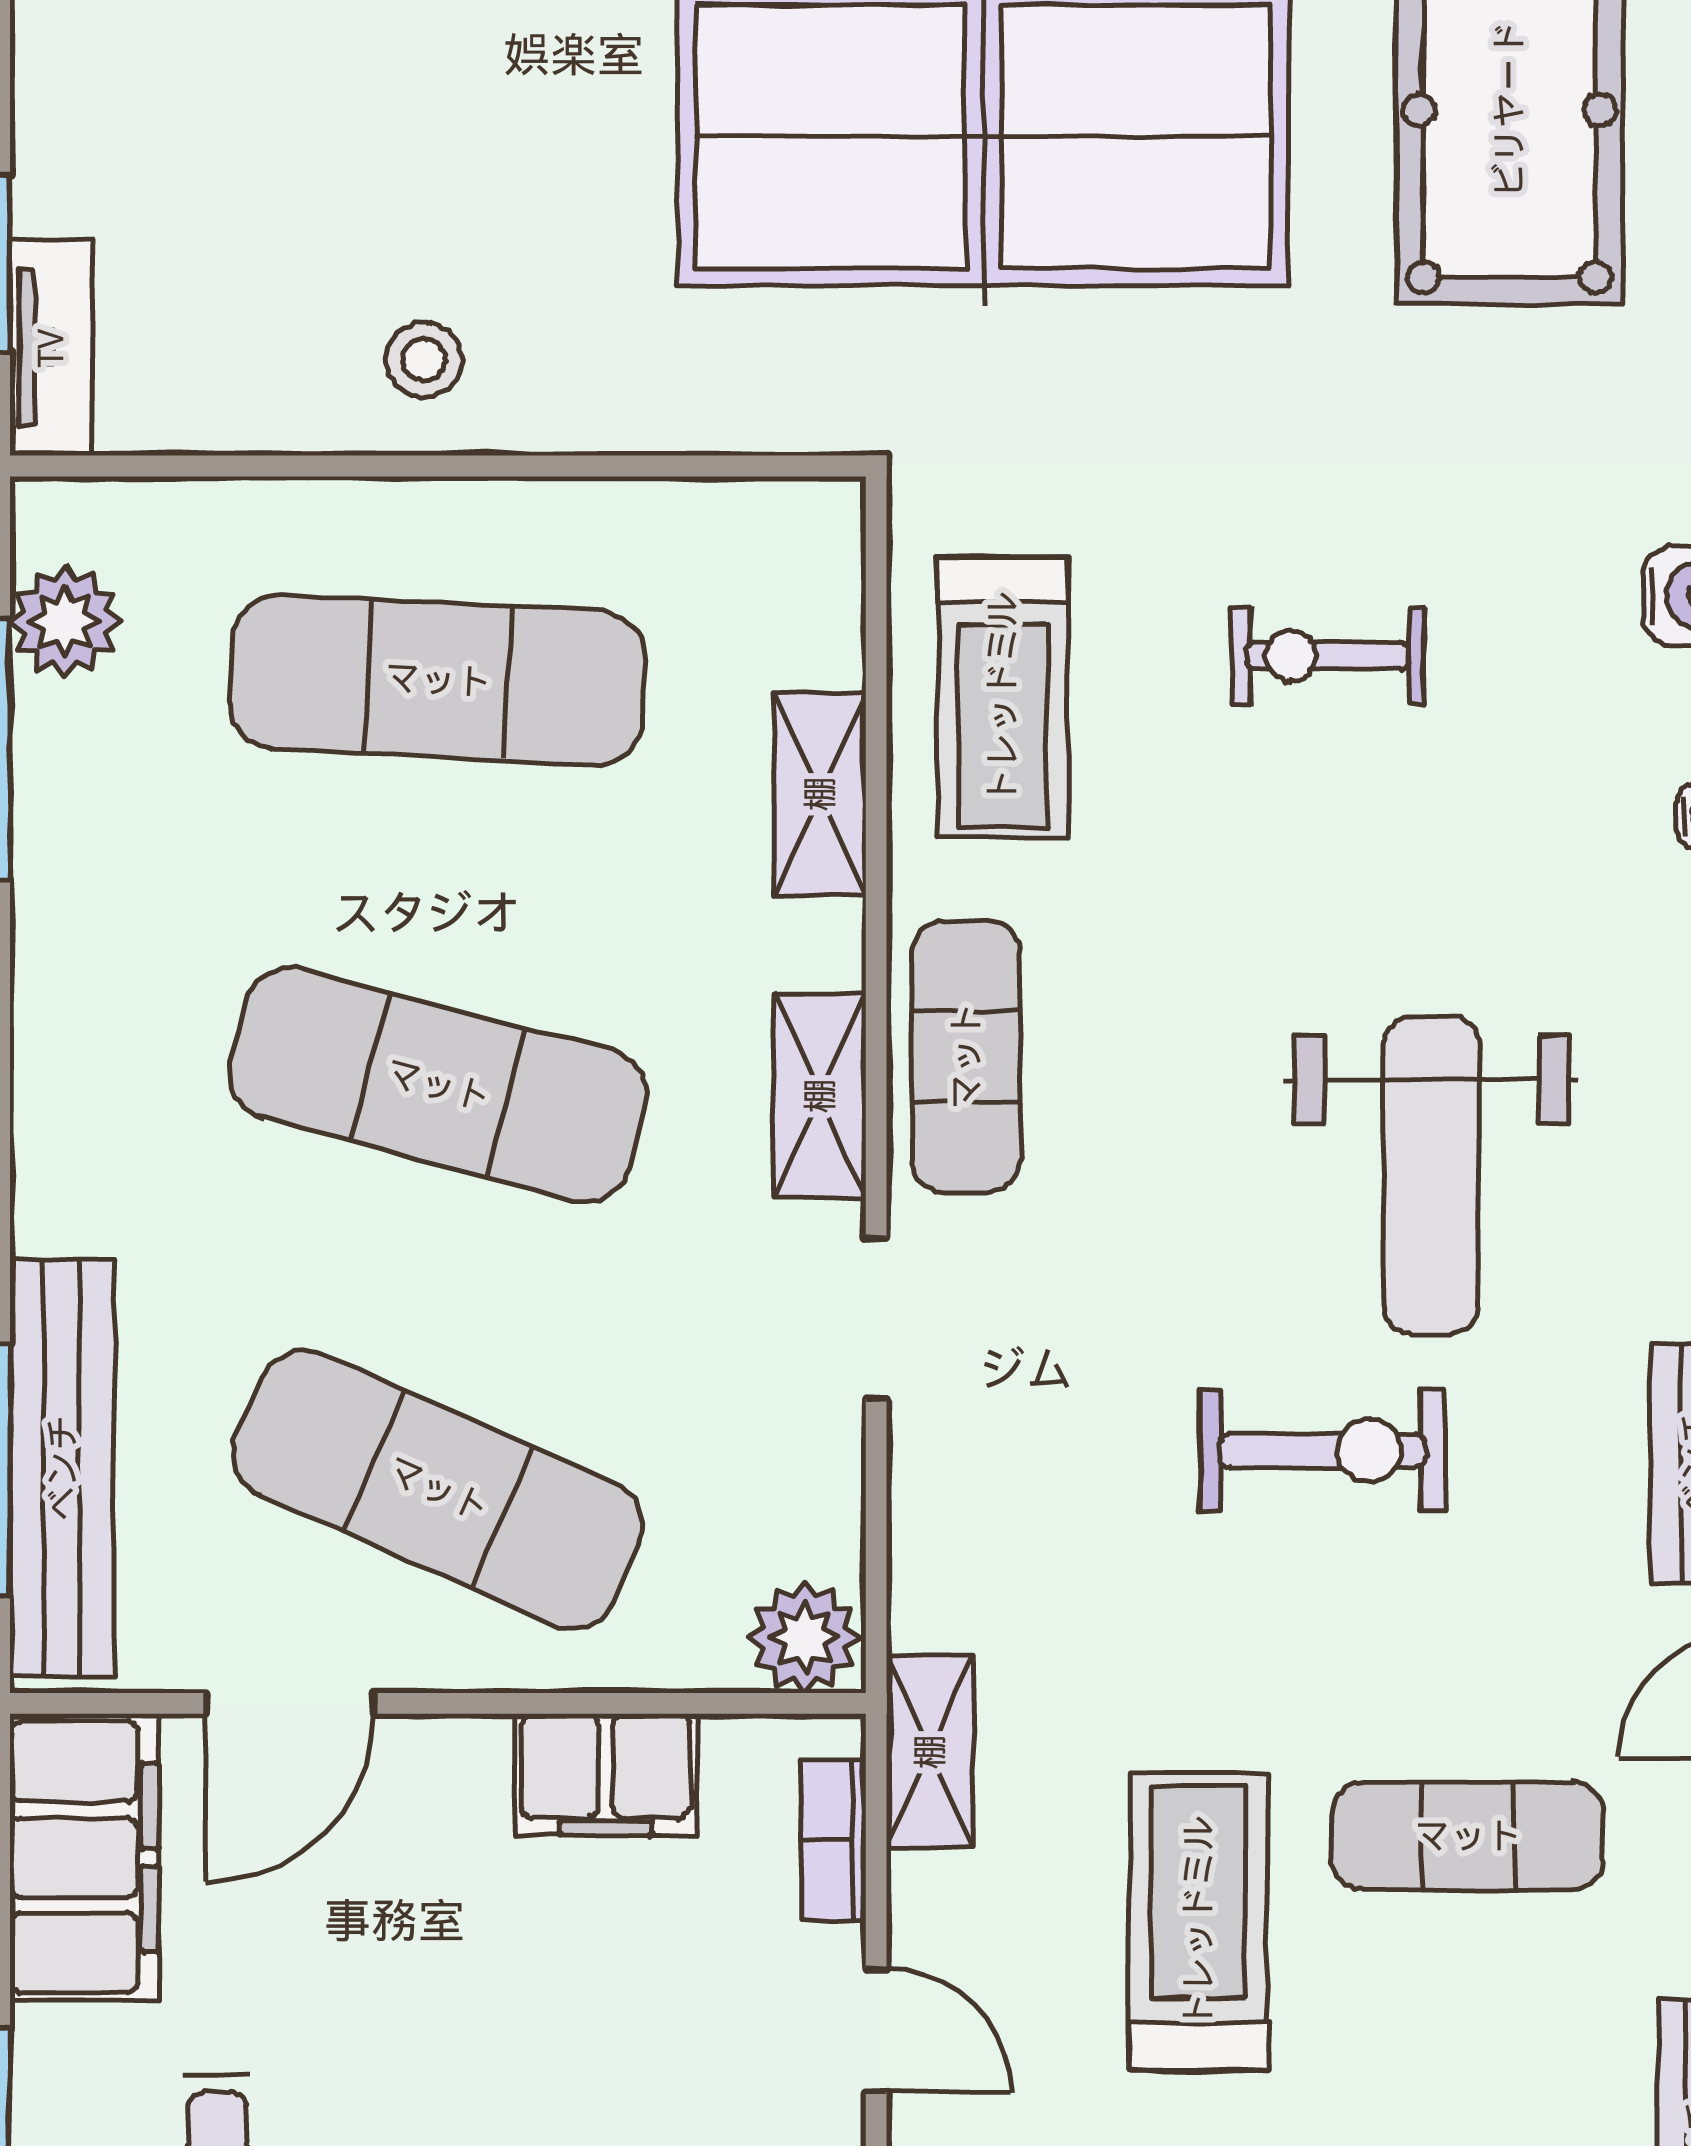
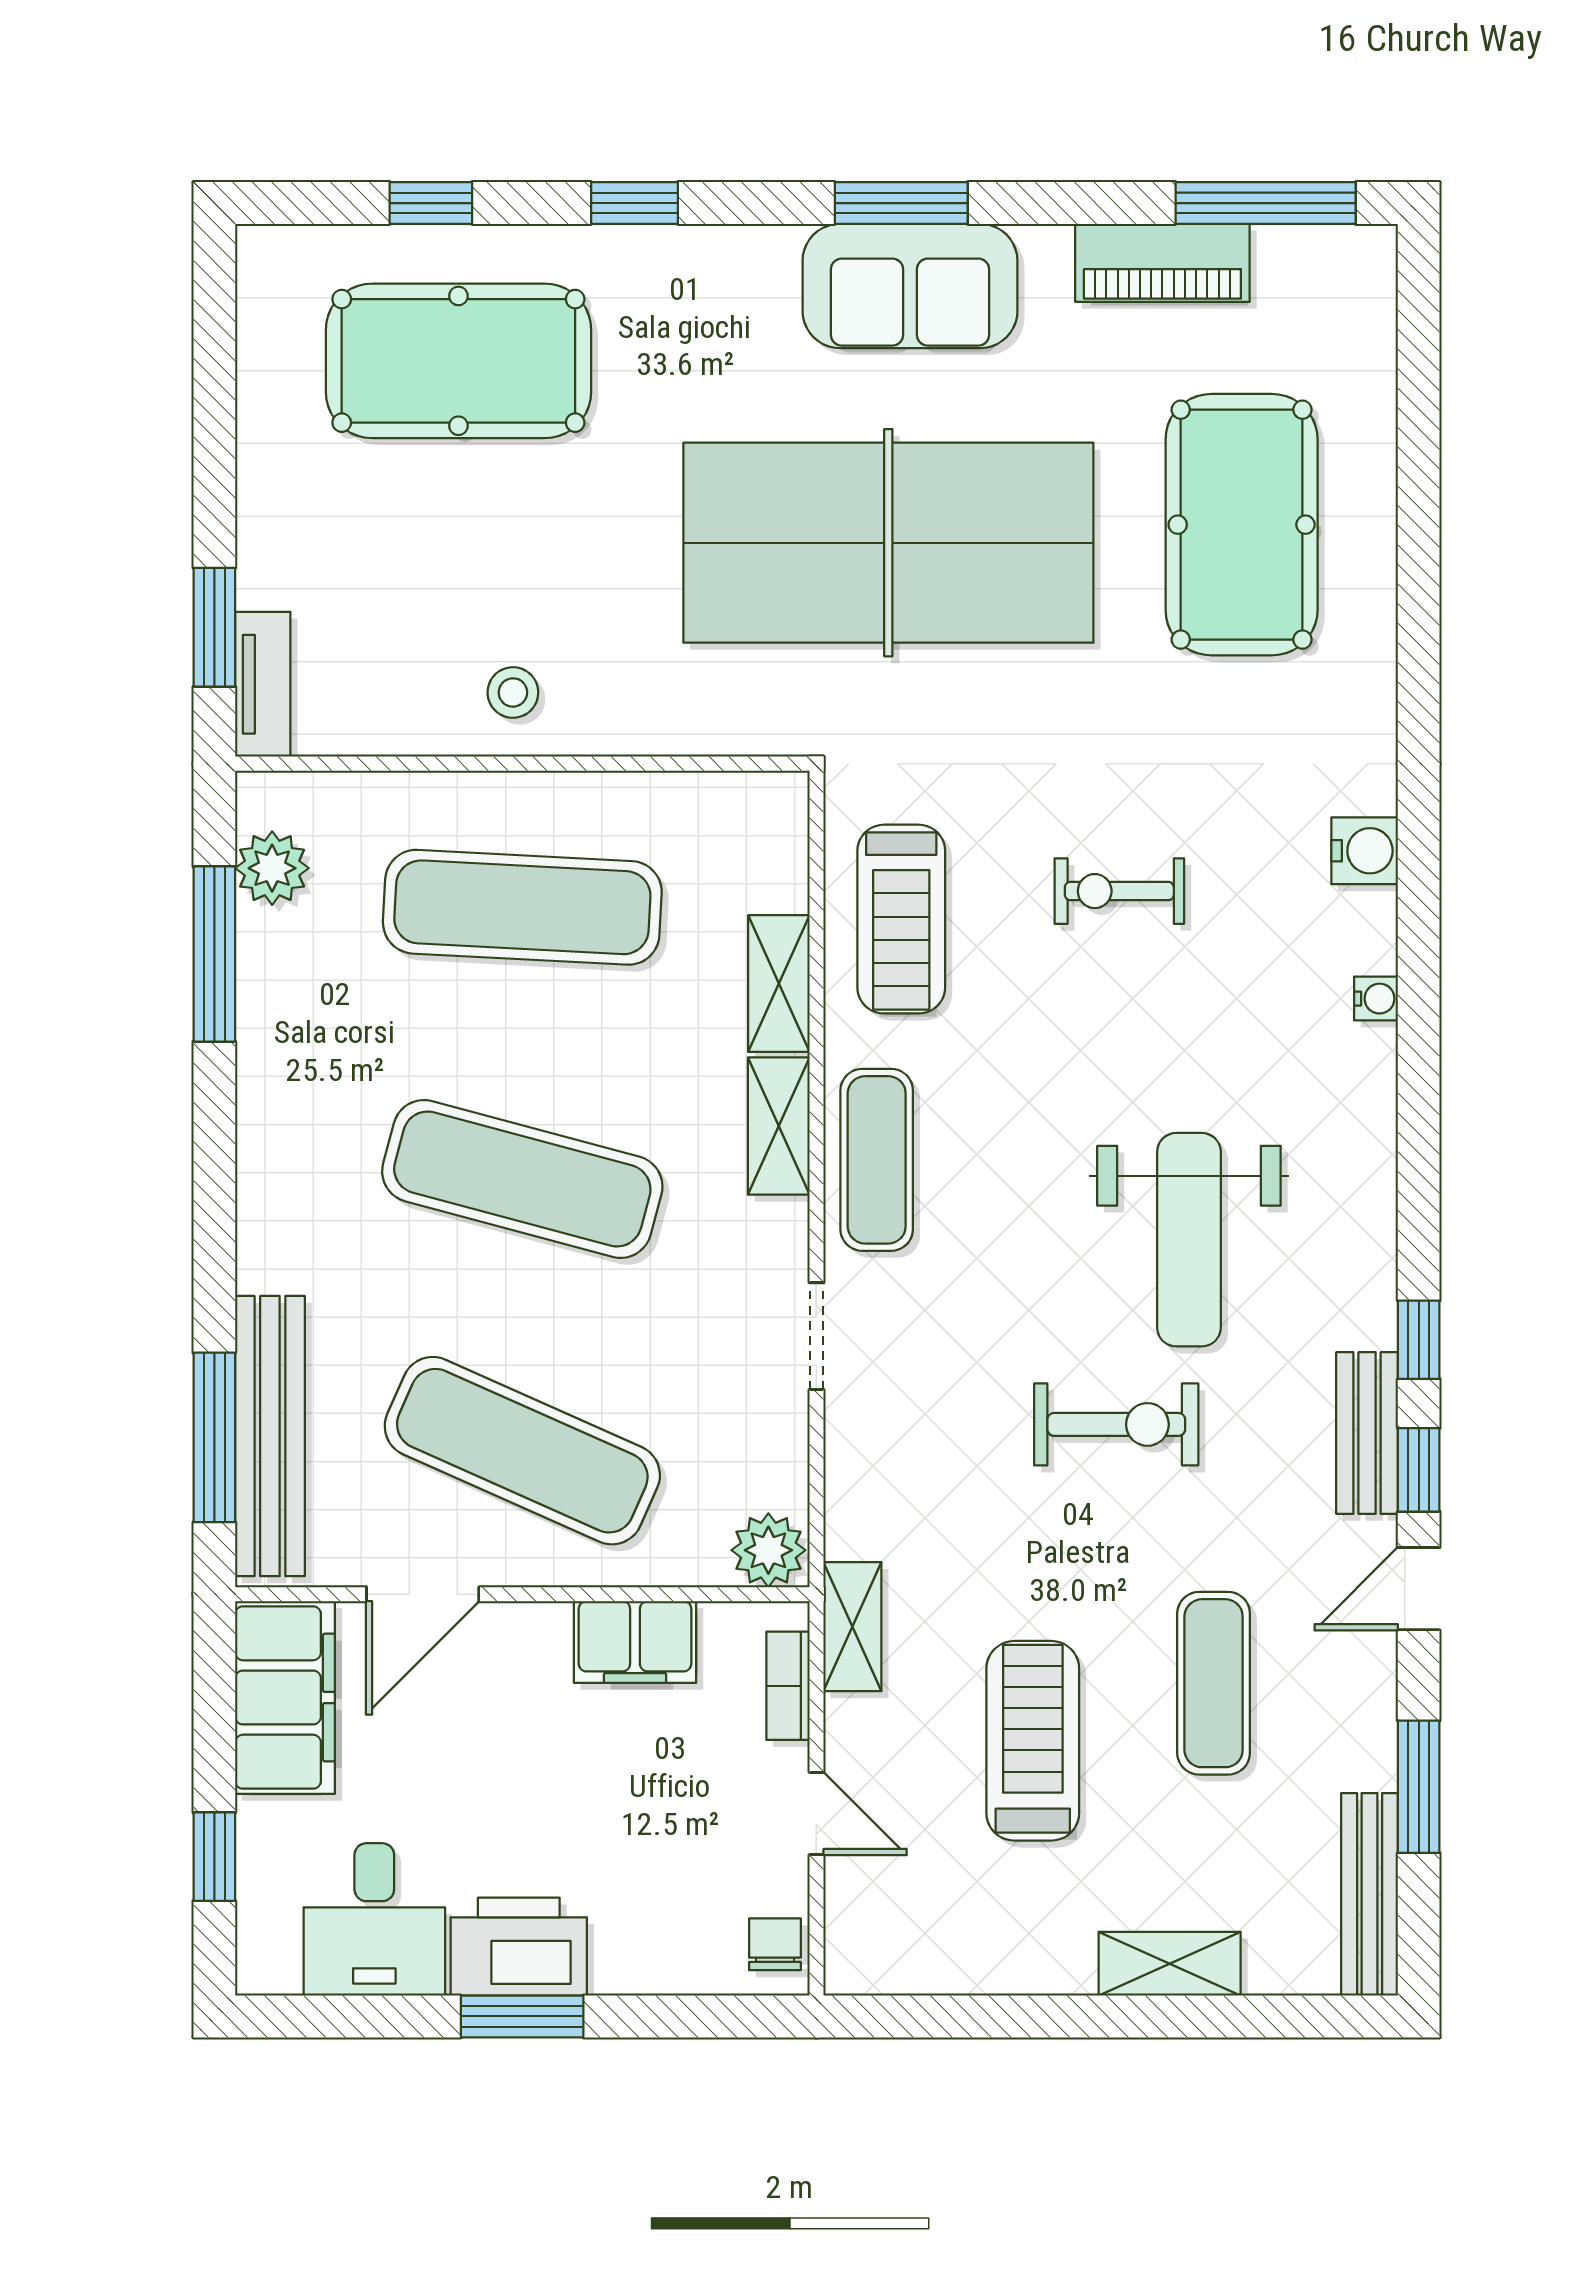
shelving: (820, 1096) -> (779, 1126), moved
exercise mat: (1468, 1836) -> (1214, 1683), turned 90

